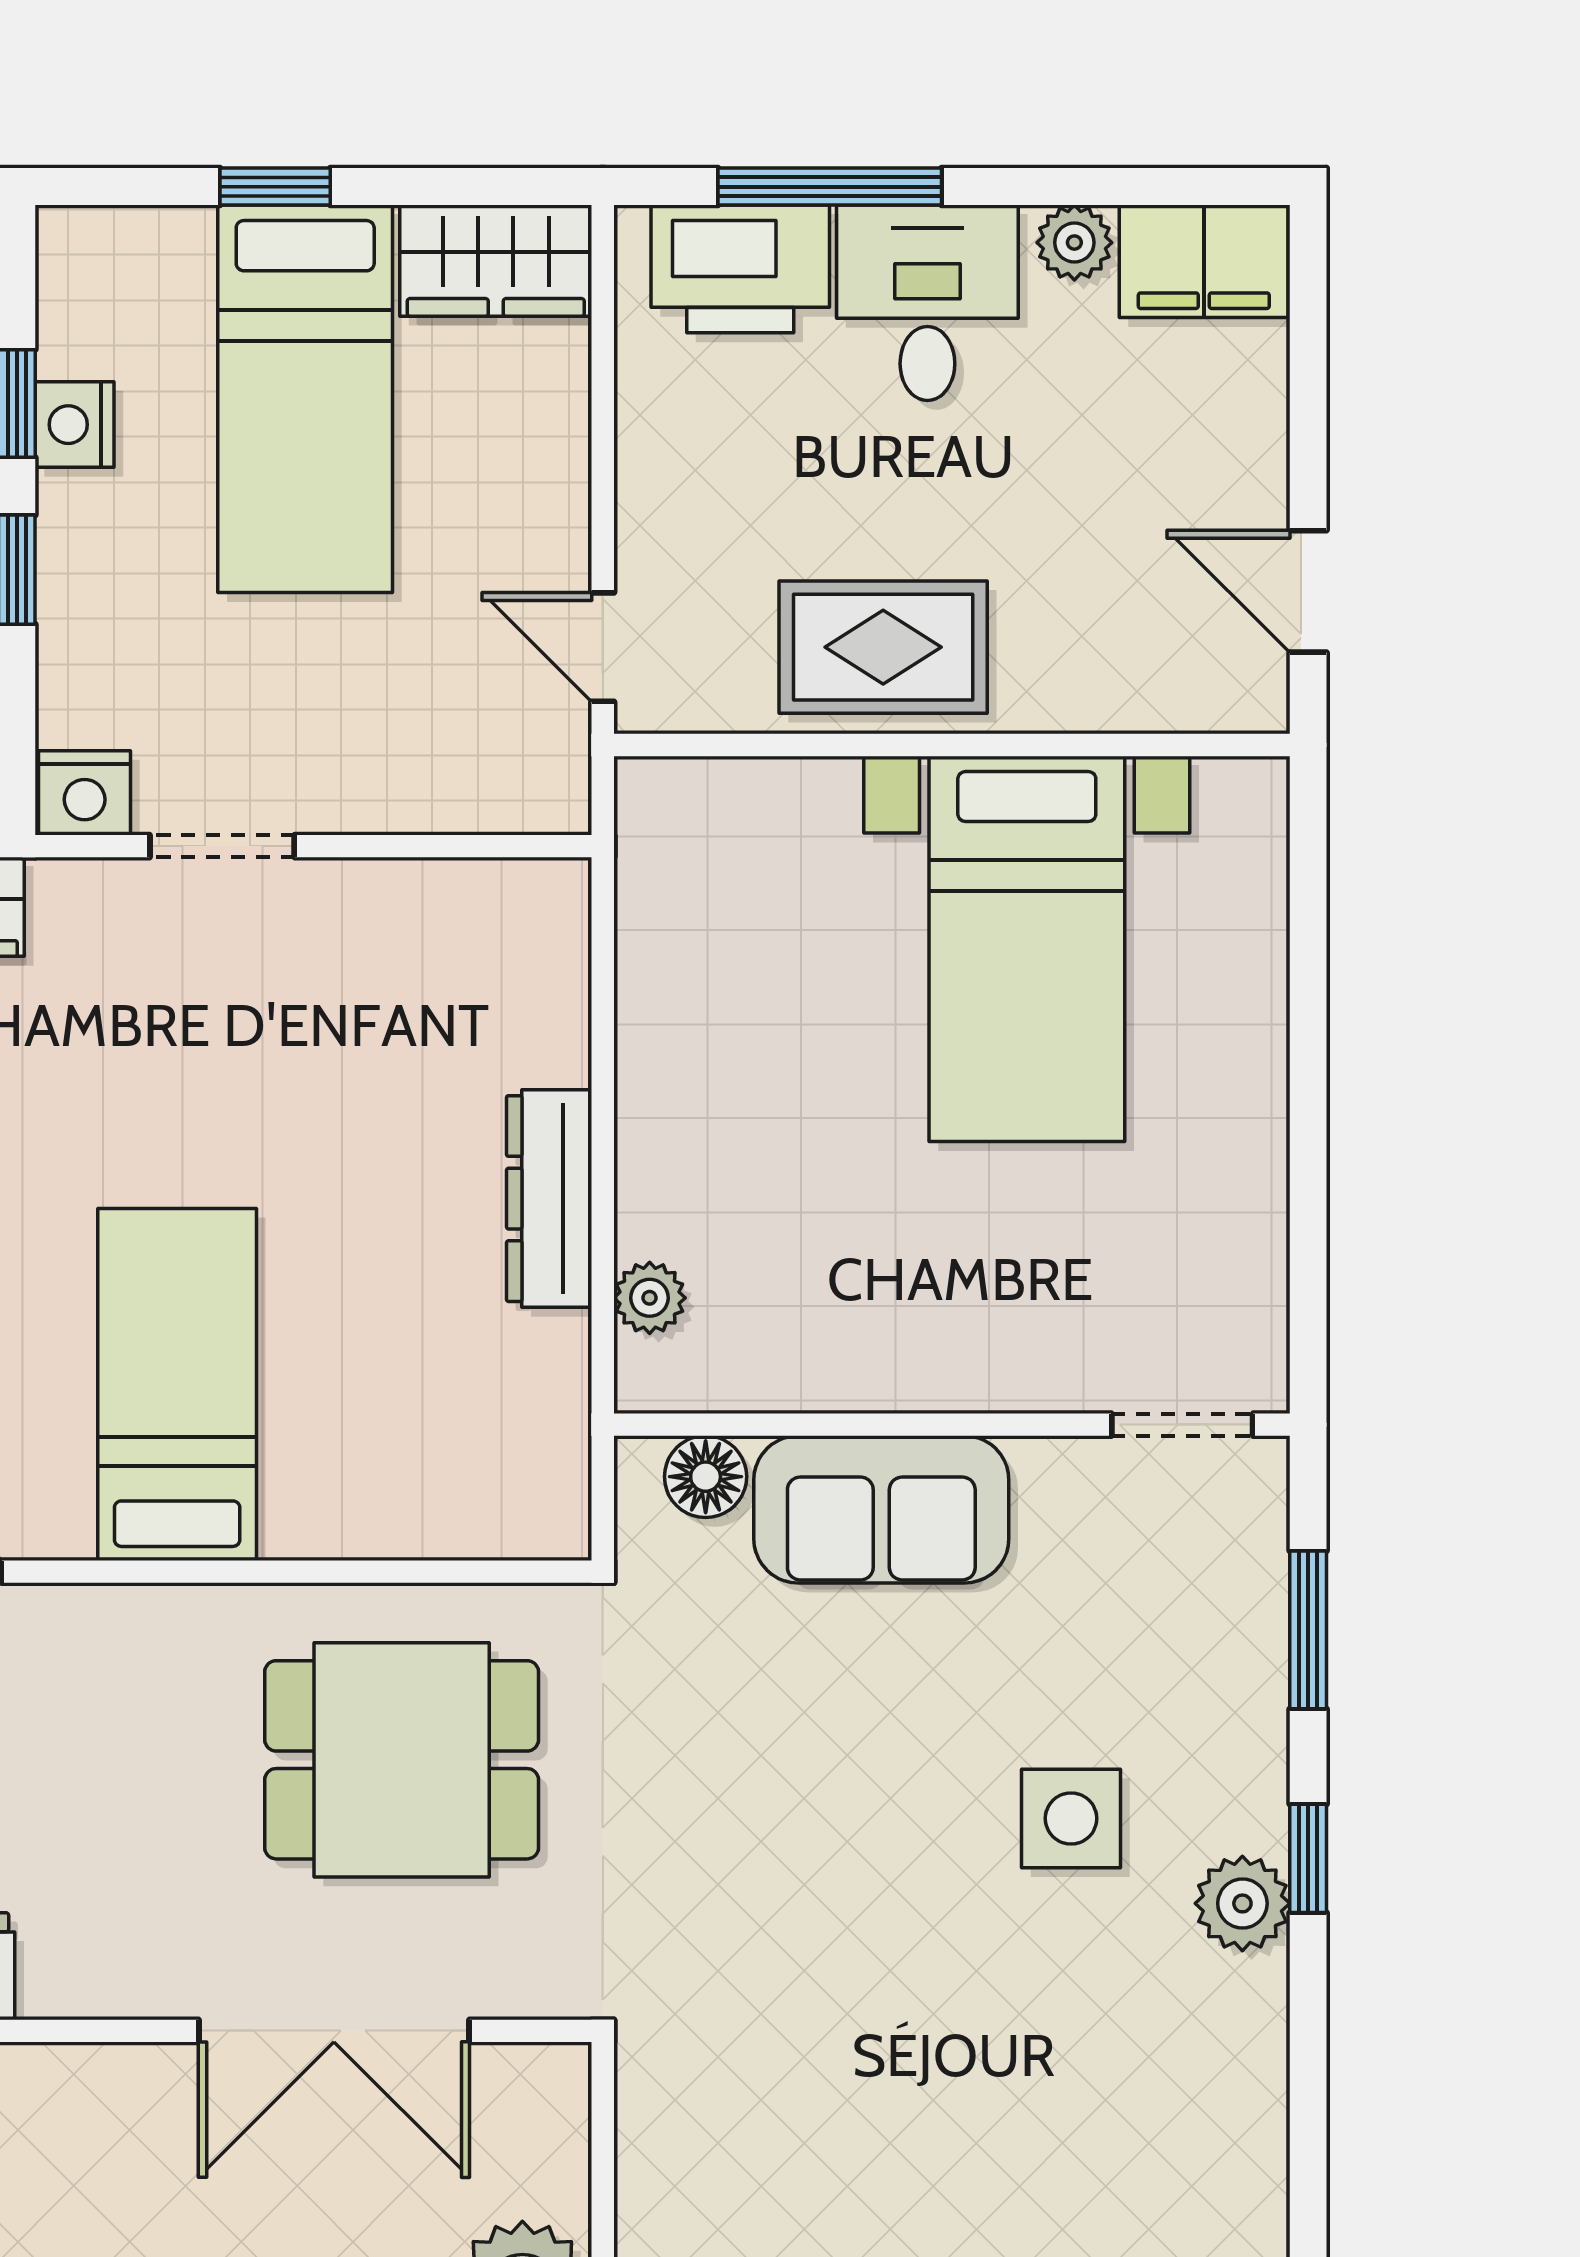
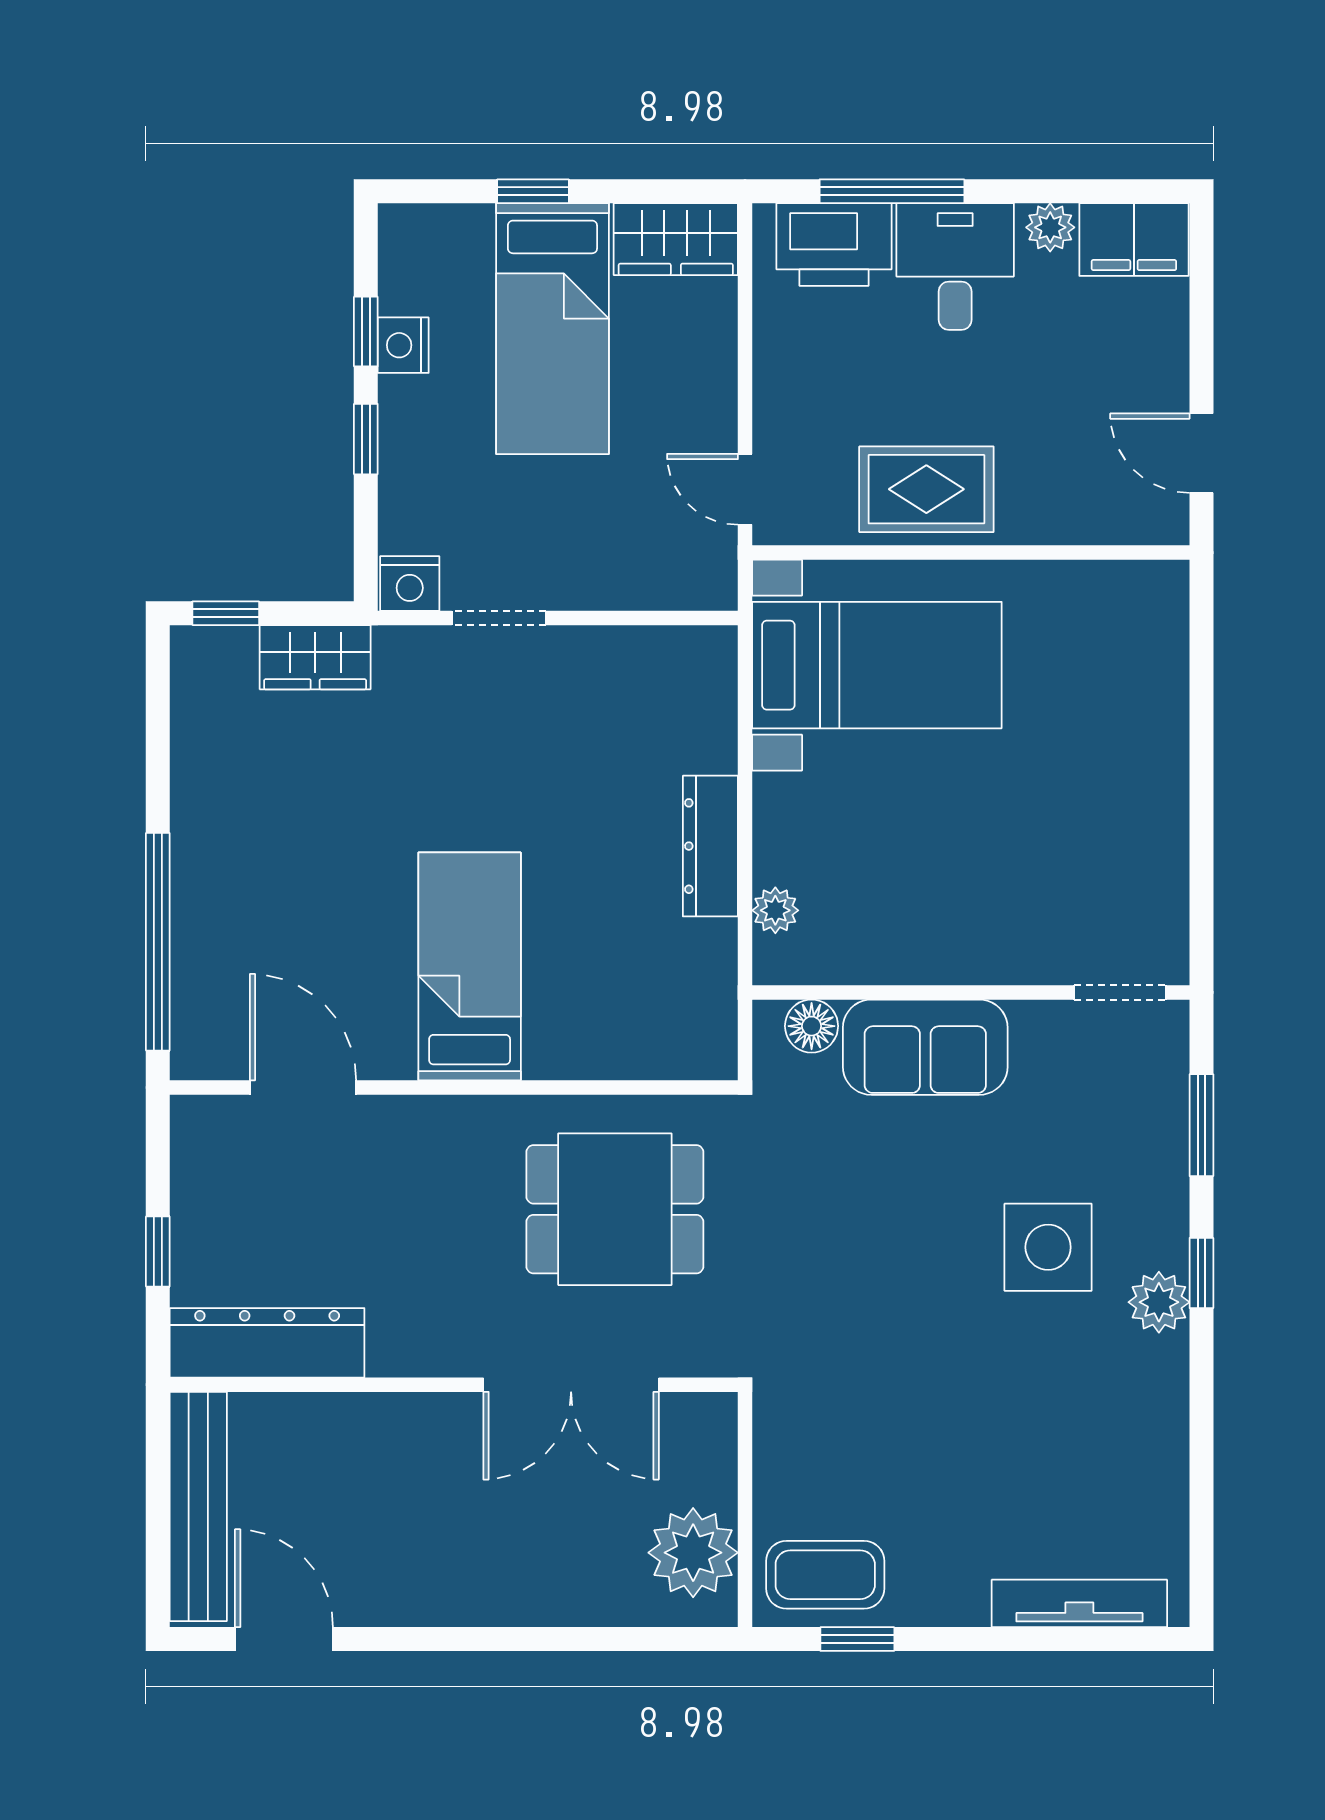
bed with nightstands: (1027, 949) -> (877, 665), moved, turned -90
side table: (1071, 1818) -> (1048, 1247), width x1.37, depth x1.37

